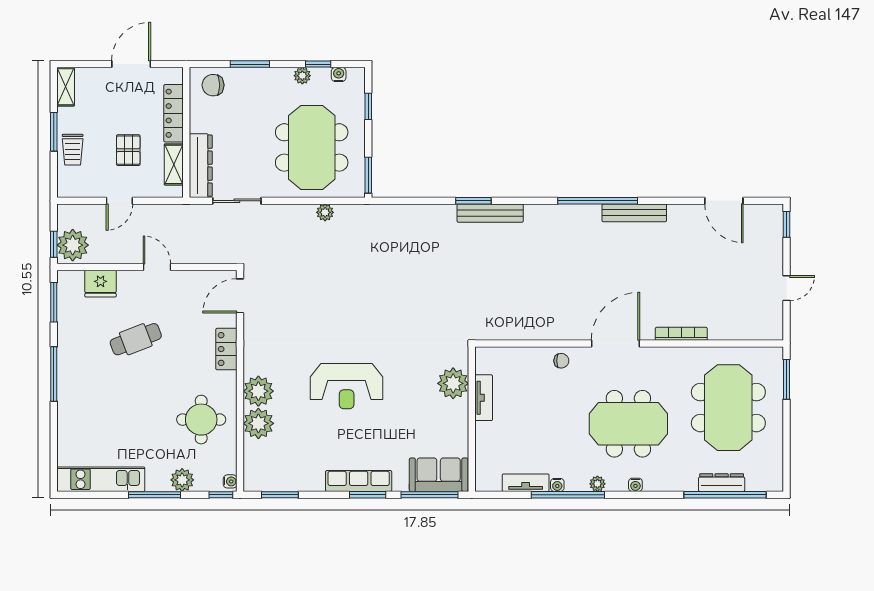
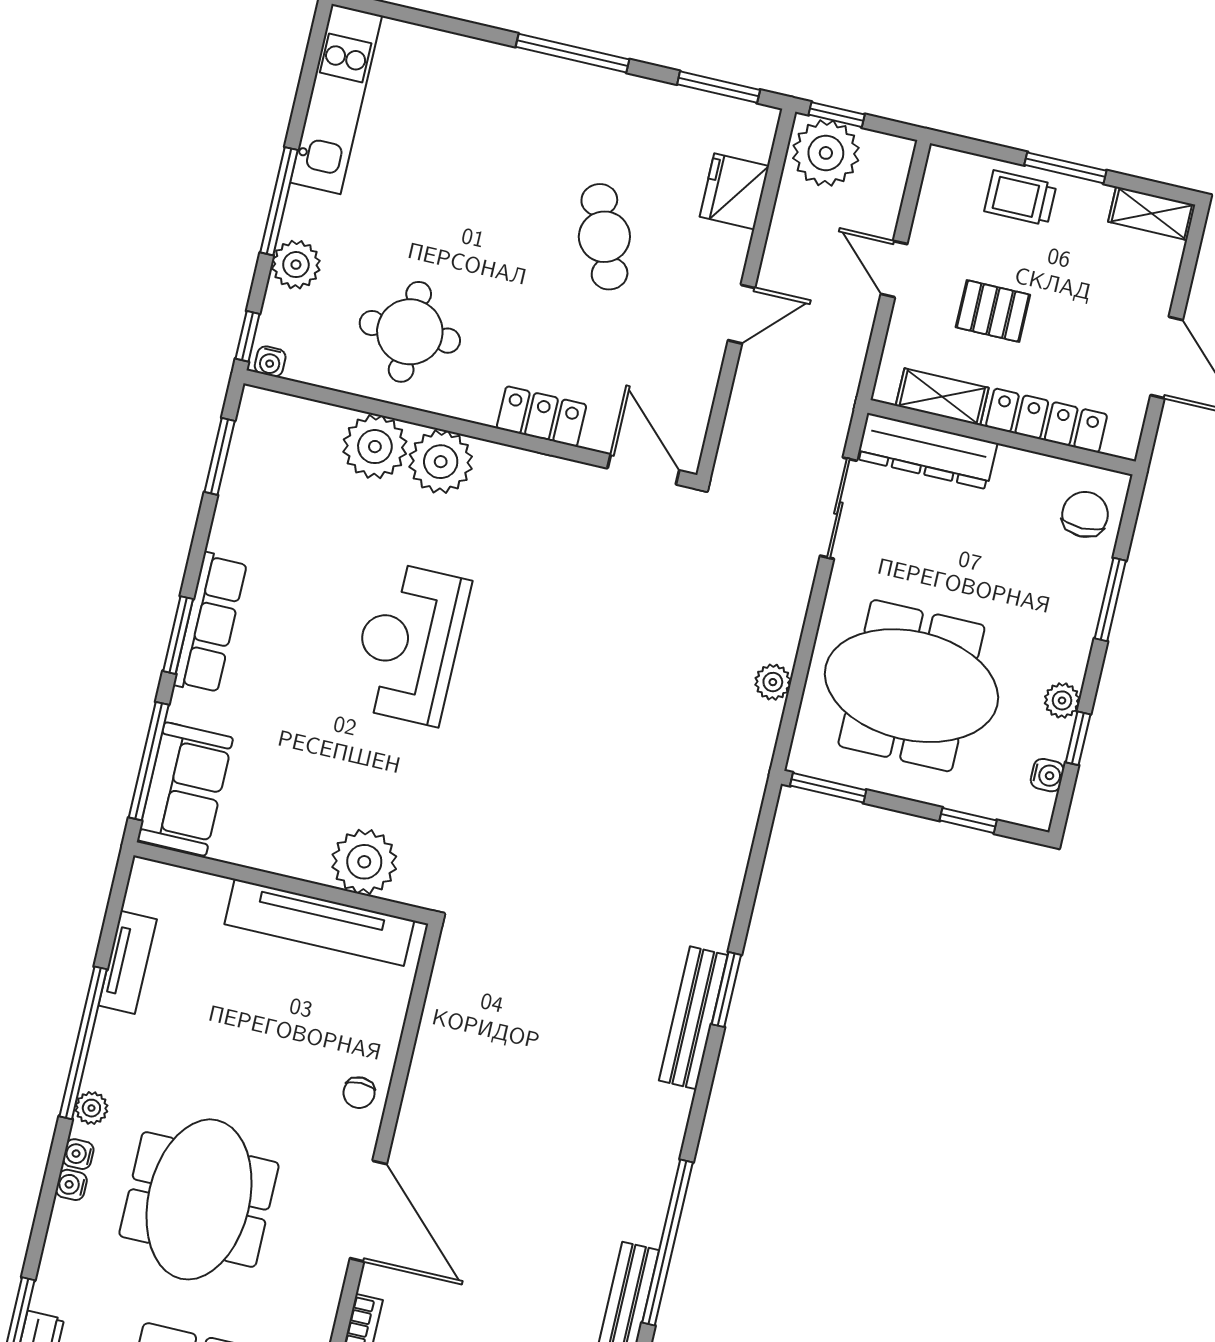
tv unit: (484, 398) -> (319, 922), width x1.92, depth x1.29
water cooler: (557, 485) -> (78, 1154), moved

